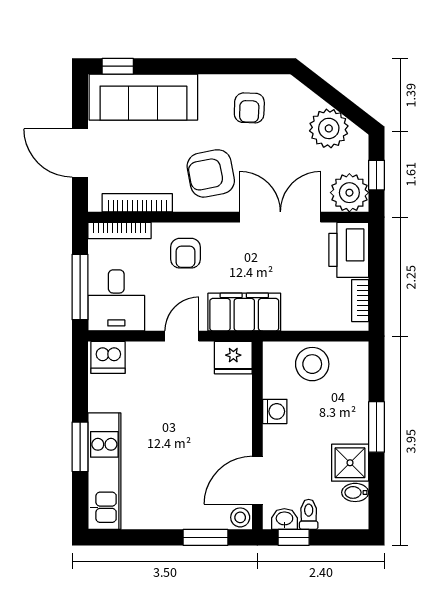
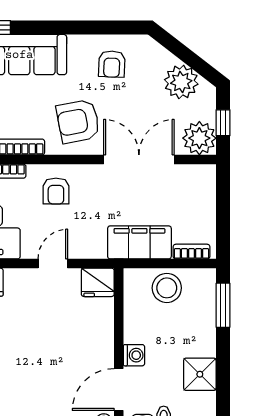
printer: (349, 250) -> (199, 188), removed
bookcase: (360, 301) -> (191, 252), moved, turned 90
filing cabinet: (244, 312) -> (139, 242), moved
washing machine: (275, 411) -> (134, 355), moved
window: (376, 427) -> (223, 305), moved
bidet: (355, 492) -> (204, 400), removed

